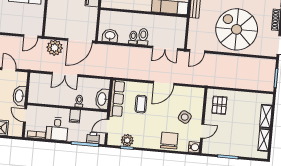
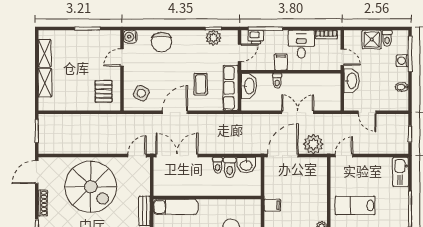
toilet: (143, 37) -> (230, 167), moved
double door: (165, 48) -> (177, 156), width x1.37
side table: (185, 117) -> (141, 93), moved

